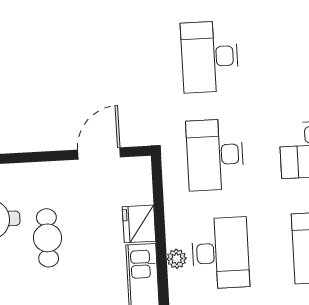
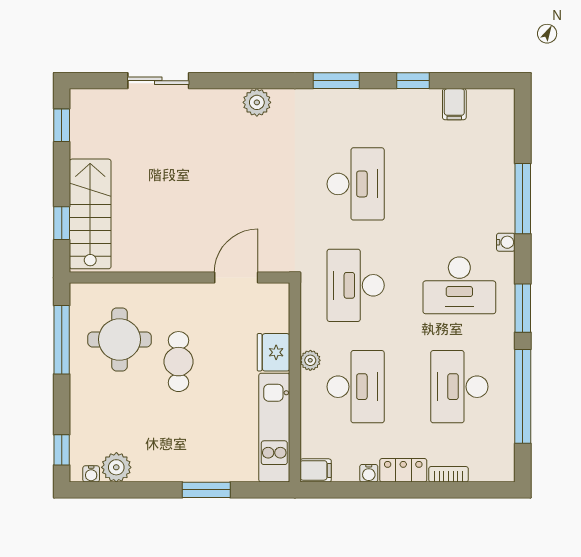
desk: (210, 57) -> (356, 184), turned 180
plant: (177, 259) -> (310, 360), moved

